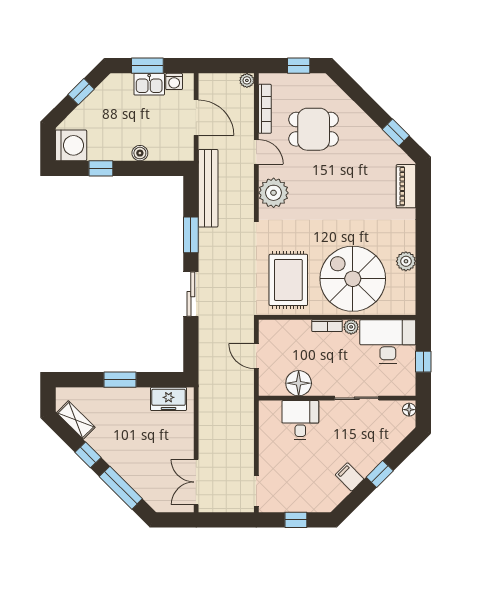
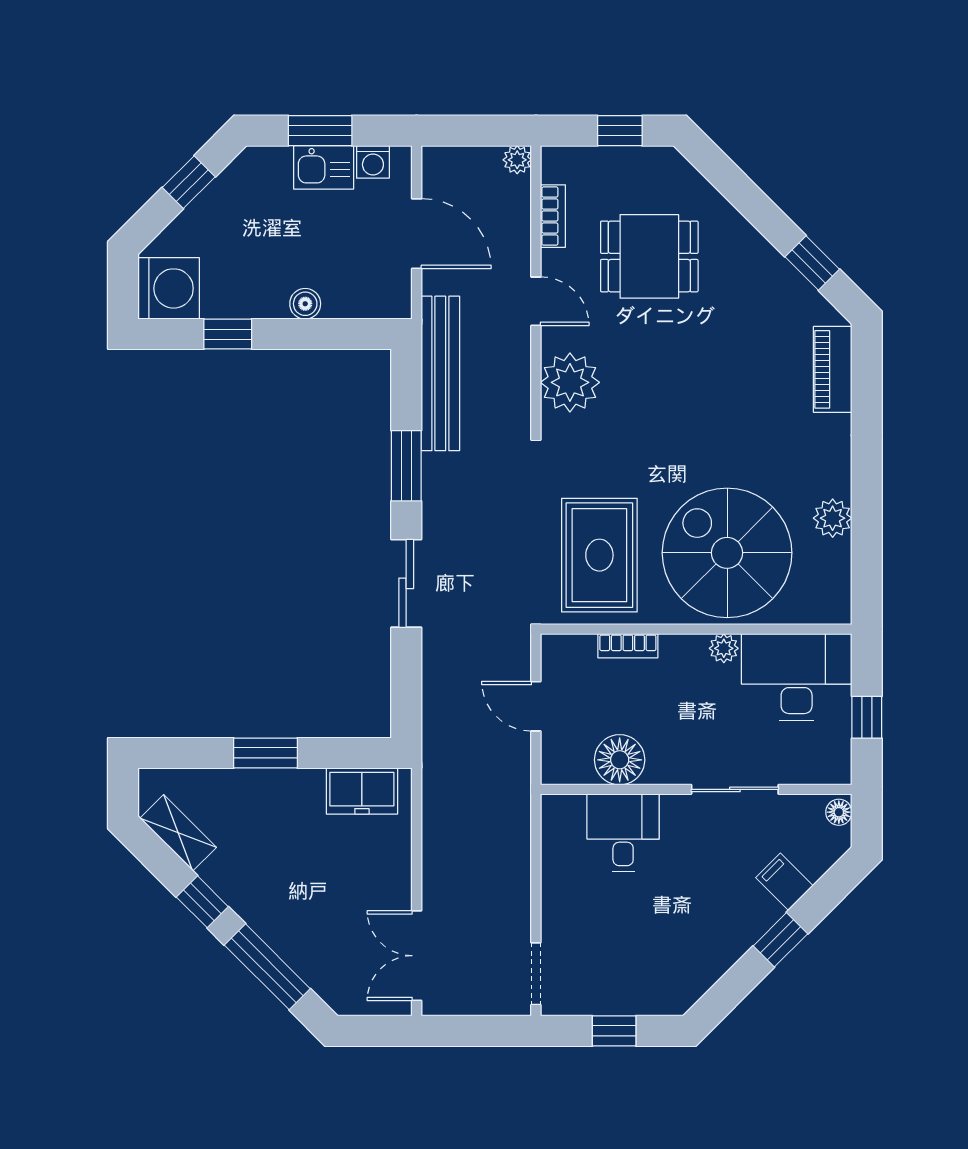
bookcase: (265, 109) -> (553, 216), width x0.64
bookcase: (327, 326) -> (628, 646), moved
filing cabinet: (350, 477) -> (784, 882), moved

